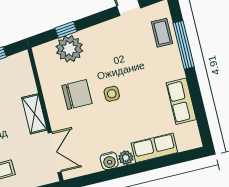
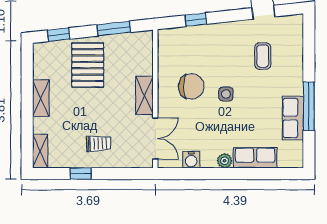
coffee table: (162, 33) -> (263, 56), moved
window: (184, 45) -> (309, 106), moved
plant: (69, 49) -> (195, 39), removed
water cooler: (109, 161) -> (191, 160), moved

